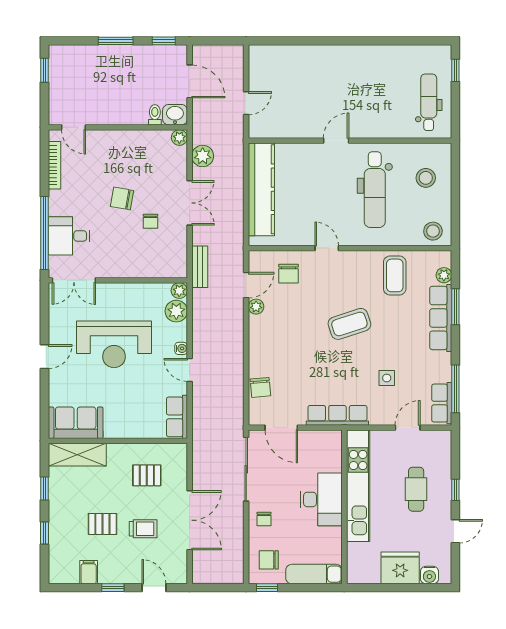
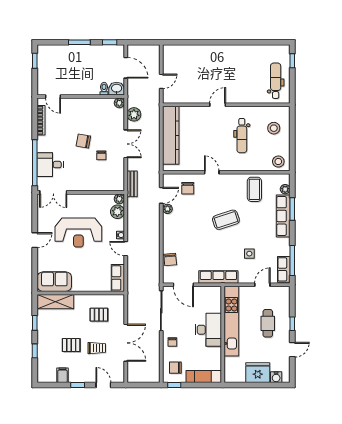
dental chair: (375, 190) -> (242, 136), width x0.73, depth x0.72

